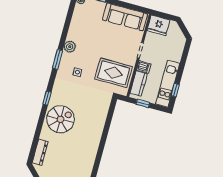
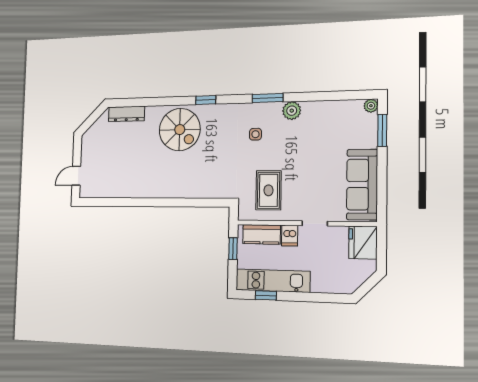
rug: (114, 73) -> (268, 190), width x0.73, depth x0.70

